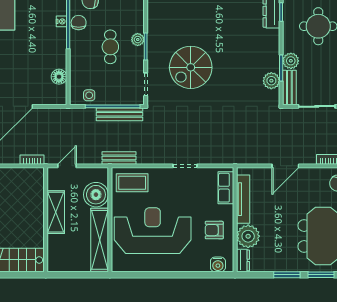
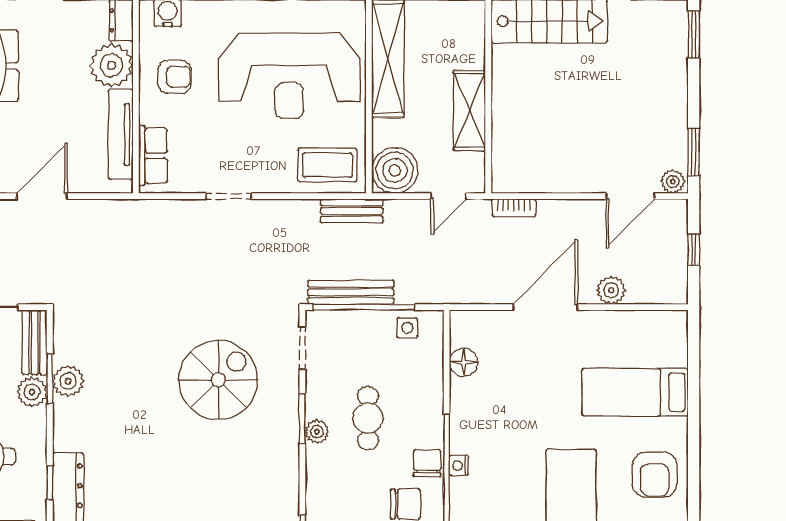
chair: (79, 23) -> (427, 463), turned 180
plant: (271, 81) -> (68, 381), moved
boiler: (96, 195) -> (395, 170), moved

